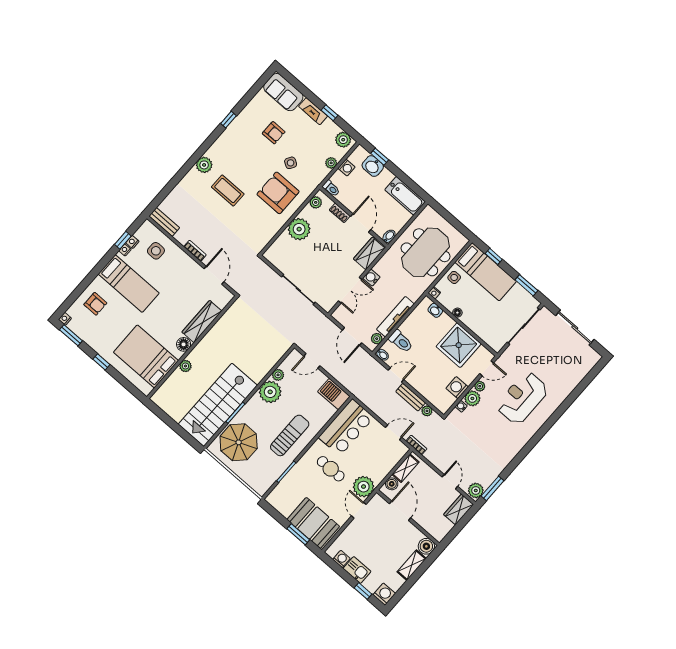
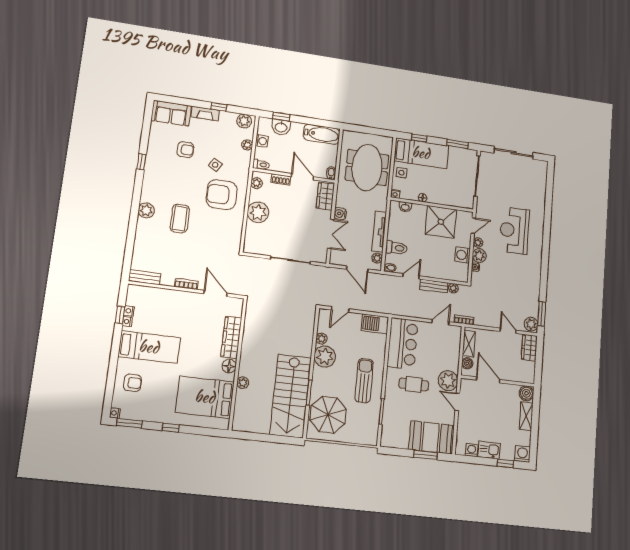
coffee table: (228, 191) -> (180, 218), turned 90
side table: (156, 251) -> (154, 305), removed

